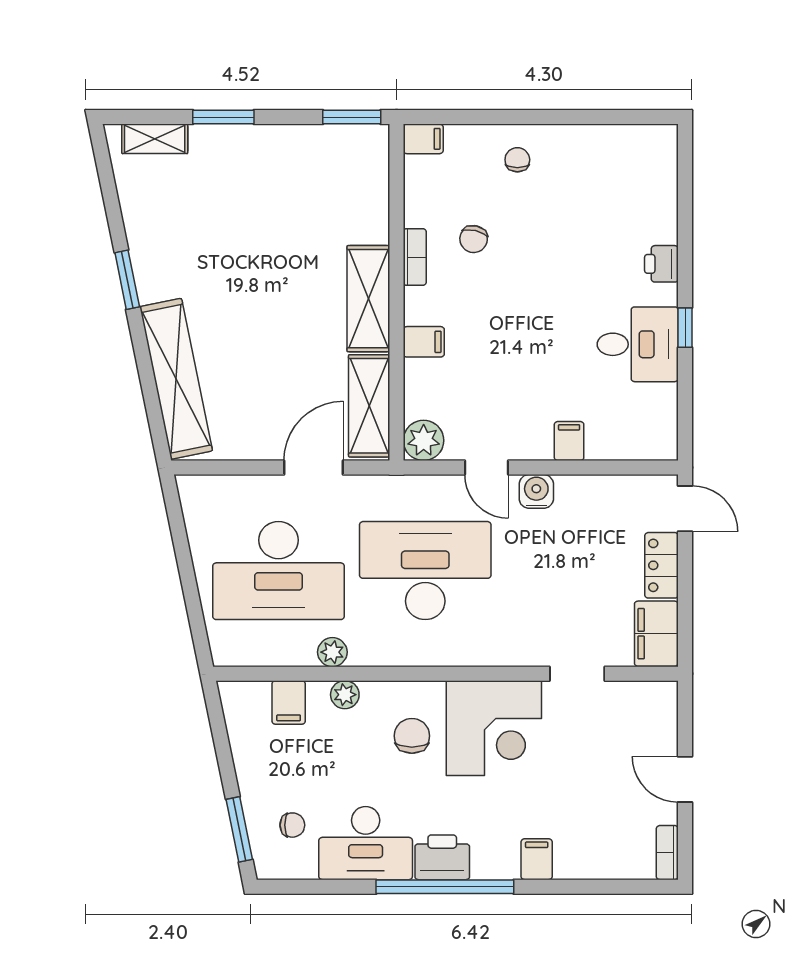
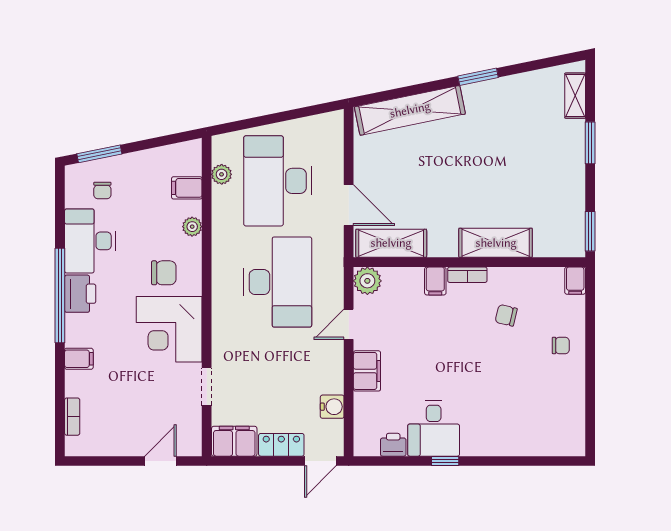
bookcase: (415, 257) -> (467, 275), moved
printer: (661, 264) -> (393, 445), moved
shelving: (368, 299) -> (496, 243), moved
filing cabinet: (569, 441) -> (367, 371), width x2.00
water cooler: (536, 491) -> (332, 407), moved
plant: (332, 652) -> (222, 174), moved
door: (685, 779) -> (160, 461), moved
bookcase: (667, 853) -> (72, 417), moved, turned 90

